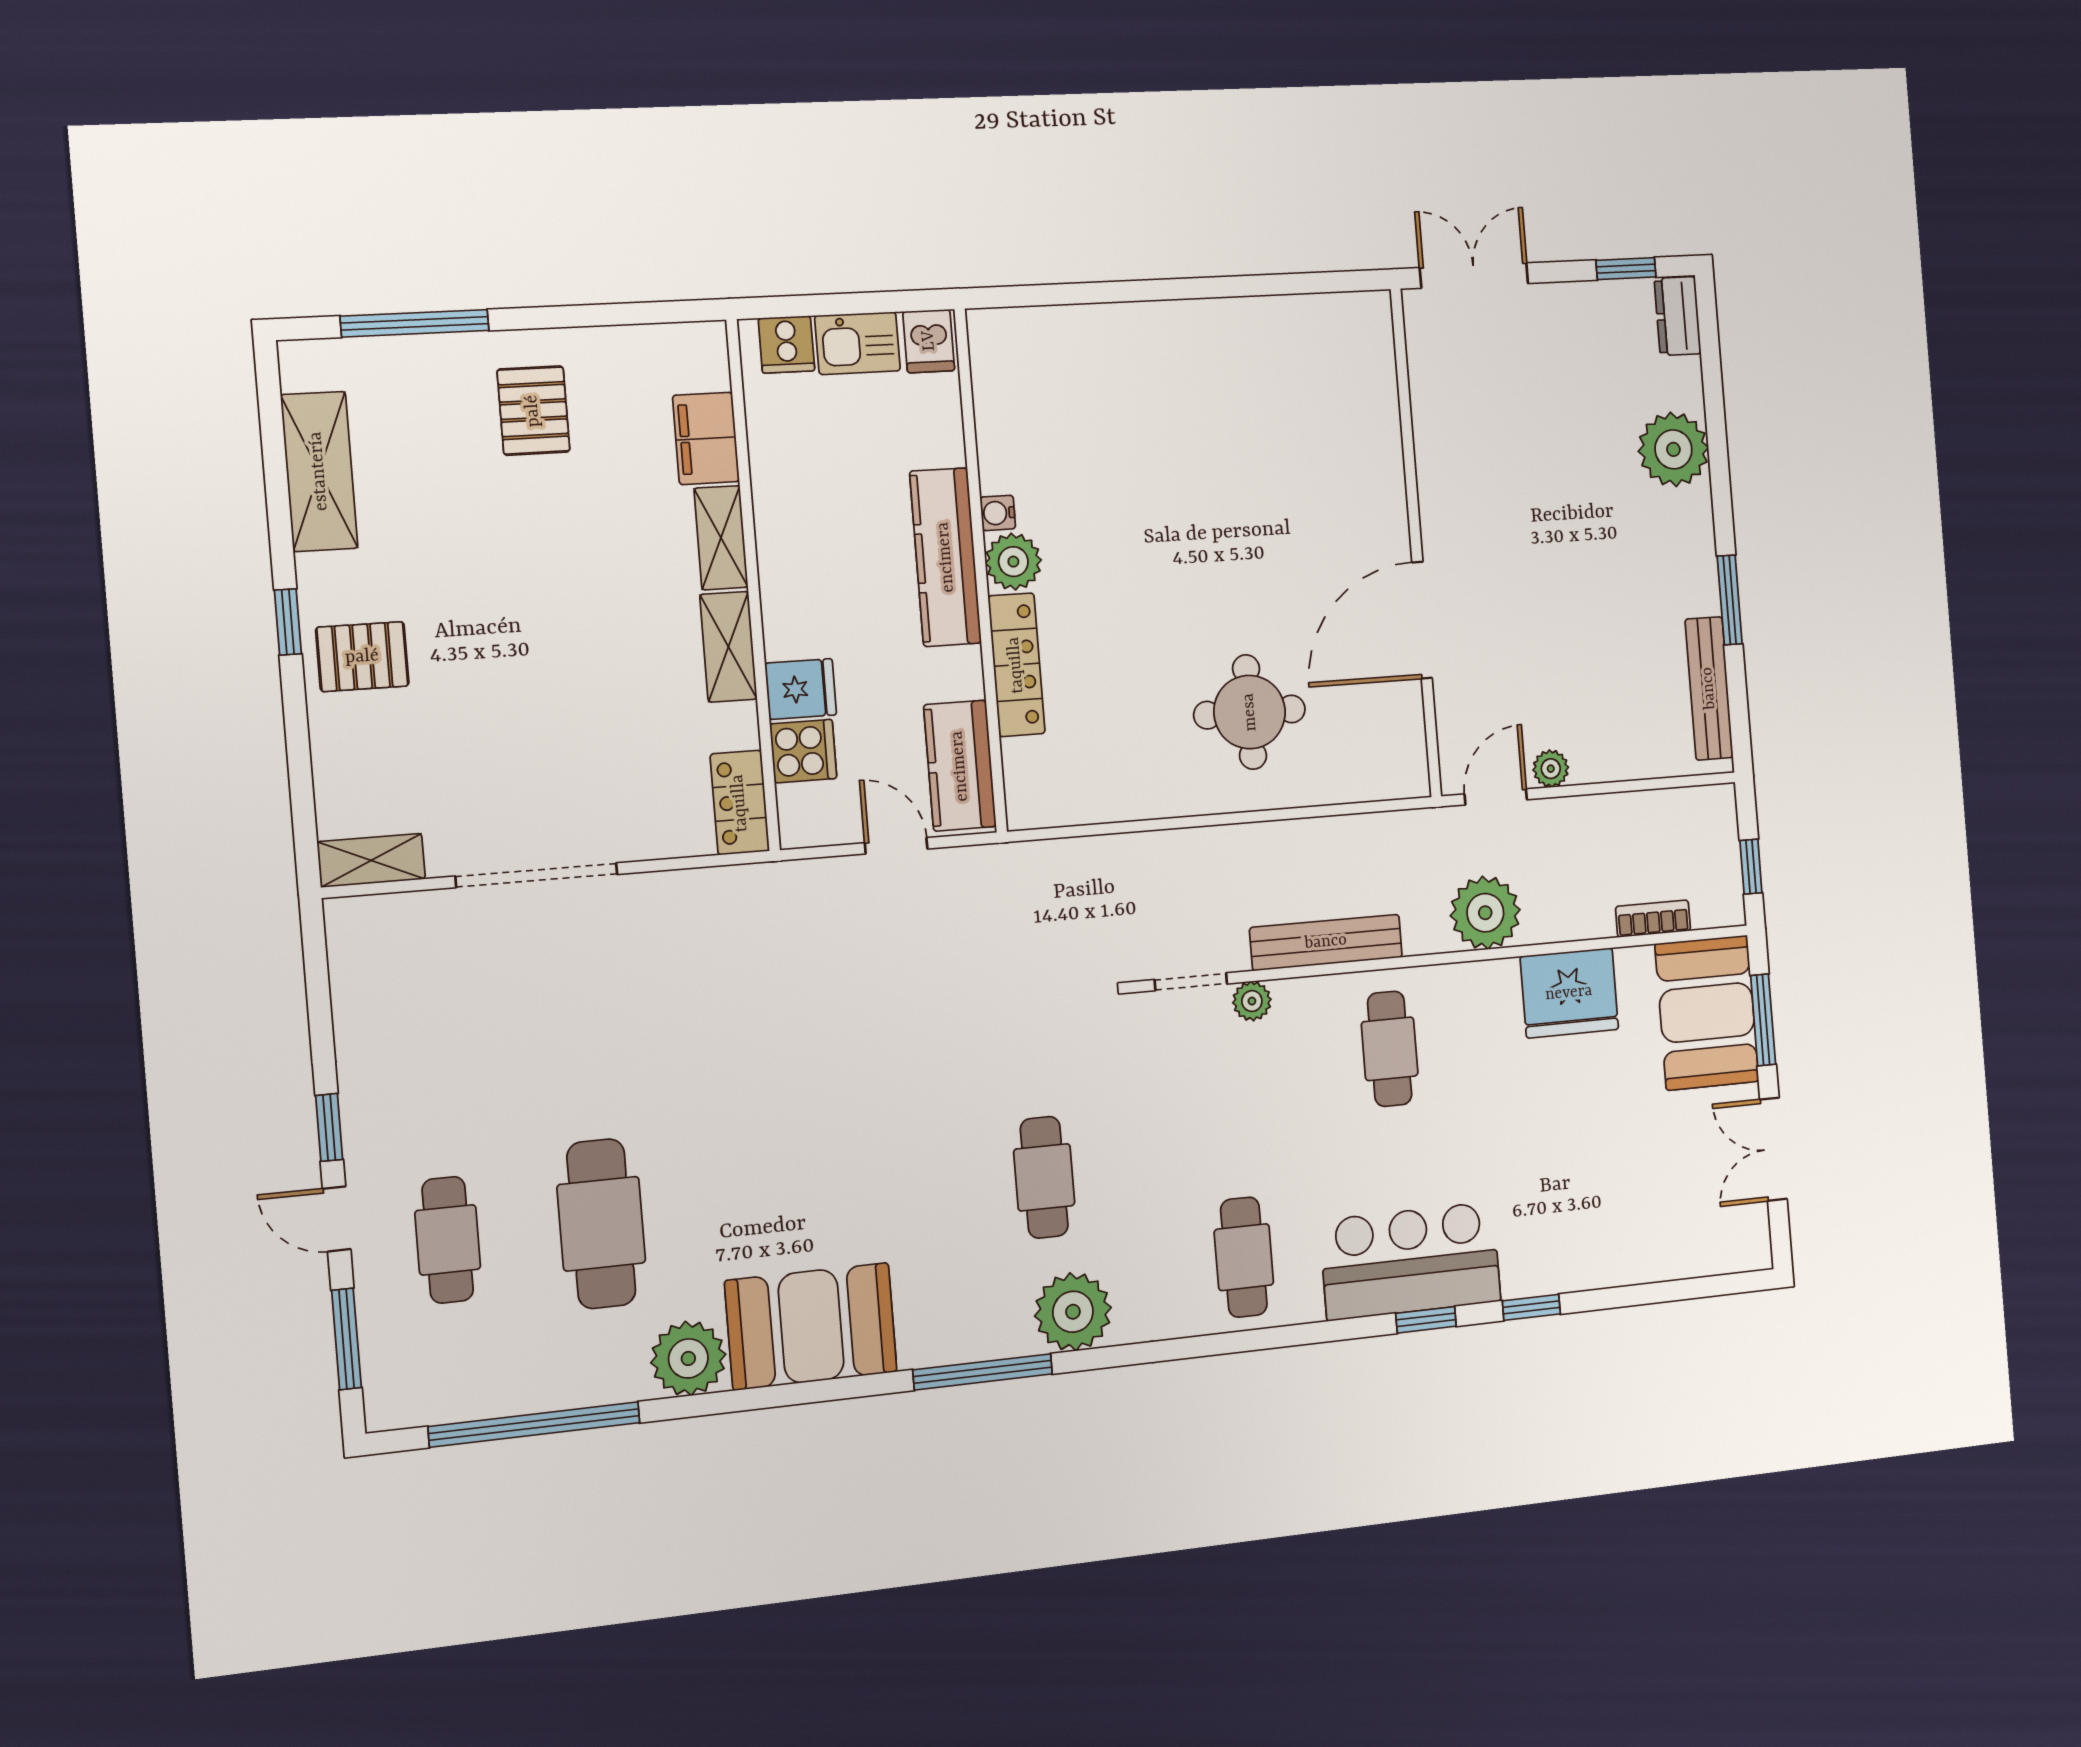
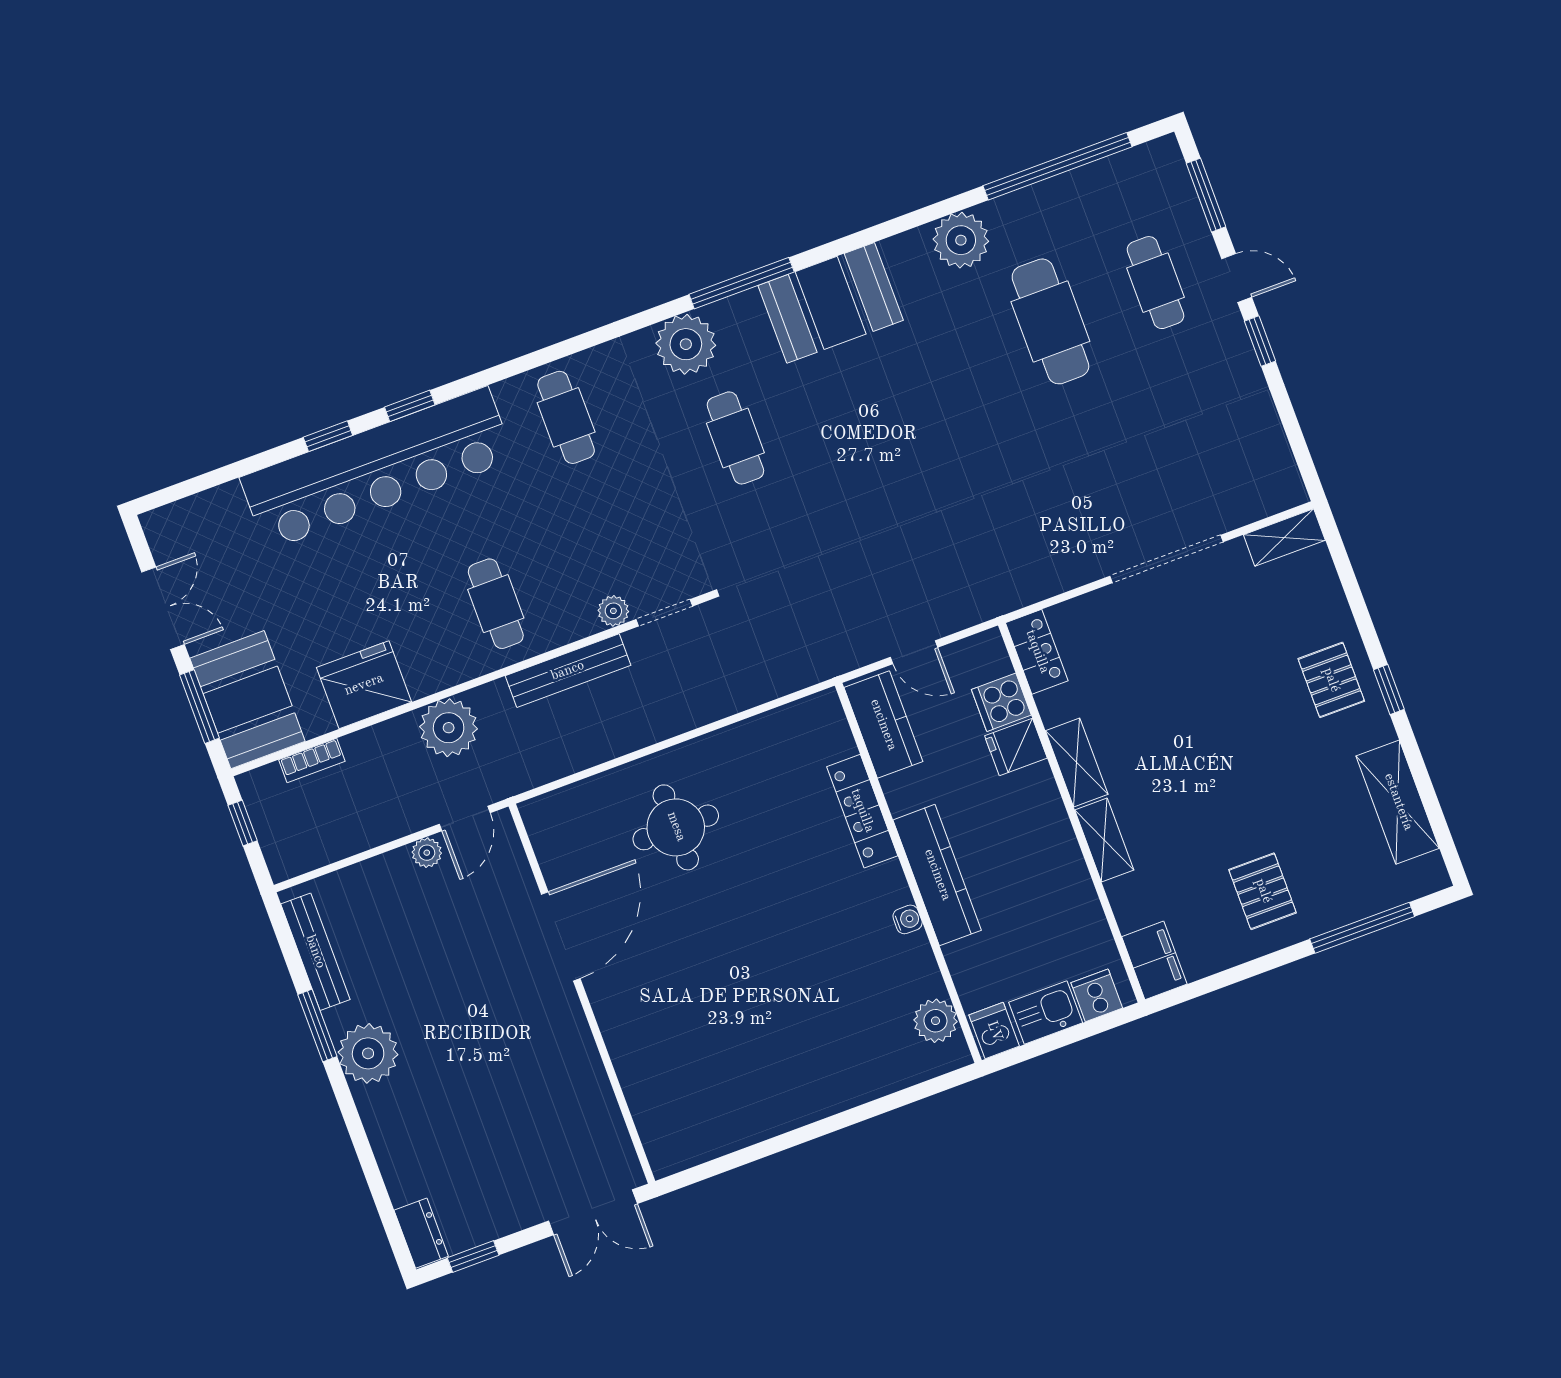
filing cabinet: (706, 438) -> (1154, 960), moved
plant: (1673, 449) -> (368, 1053), moved
plant: (1013, 562) -> (935, 1021), moved
pallet: (362, 657) -> (1331, 680), turned 90
bar counter: (1410, 1261) -> (377, 469), width x1.86
booth: (811, 1326) -> (831, 303), moved

